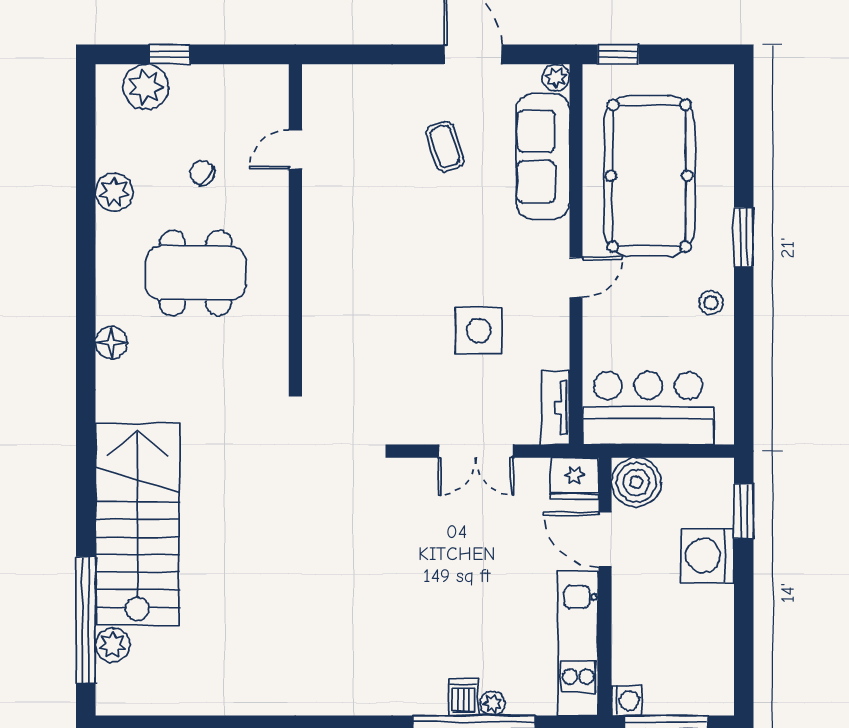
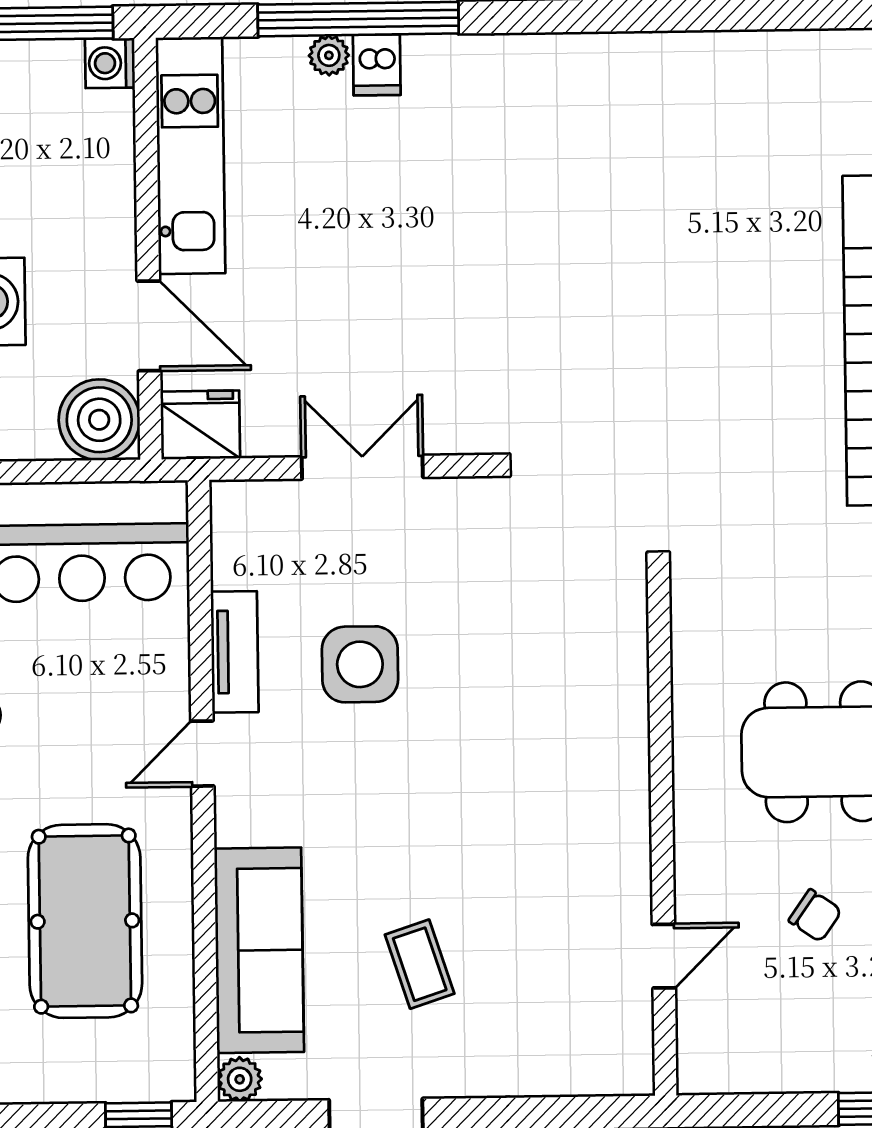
pool table: (649, 176) -> (85, 921), width x0.73, depth x0.76
tv unit: (555, 408) -> (235, 652), moved

